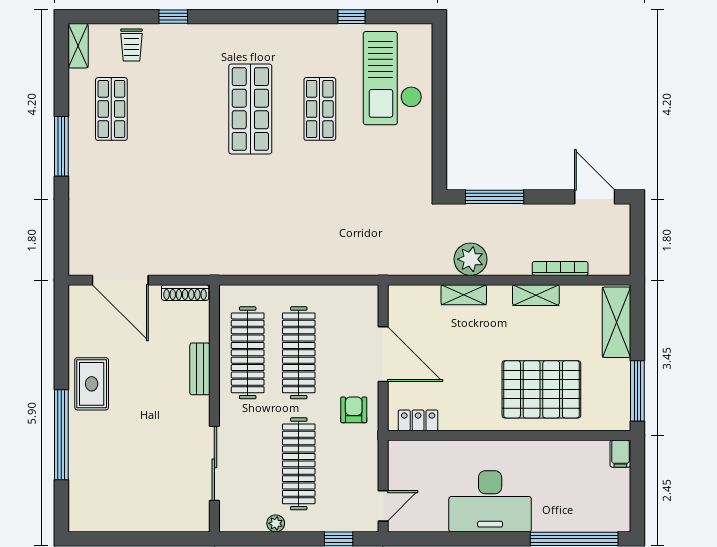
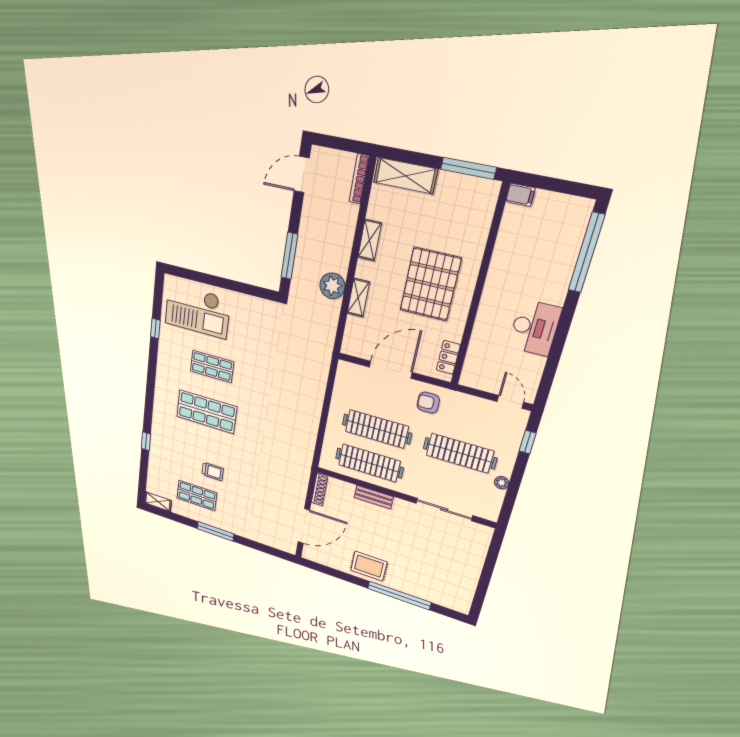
trolley: (131, 45) -> (213, 472), moved
bookcase: (560, 268) -> (359, 179), moved
pallet: (541, 389) -> (430, 284), moved
desk: (490, 501) -> (535, 328), width x0.73, depth x0.77

